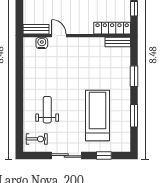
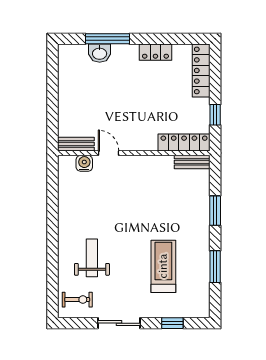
treadmill: (98, 116) -> (163, 266), width x0.73, depth x0.73

